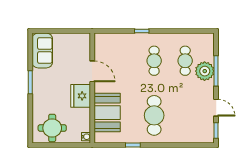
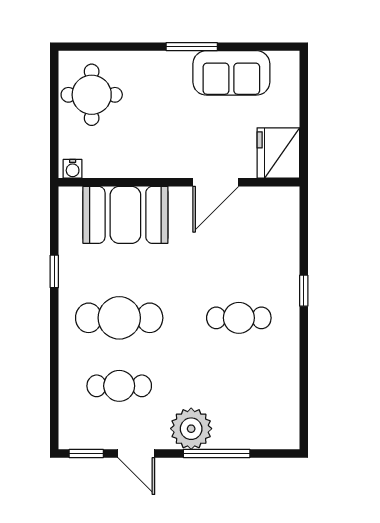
sofa: (42, 50) -> (231, 73), moved
cafe table: (185, 61) -> (119, 386), moved
plant: (205, 71) -> (191, 429), moved
fridge: (81, 96) -> (278, 153), moved, turned -90
door: (216, 108) -> (136, 453), hinge flipped

